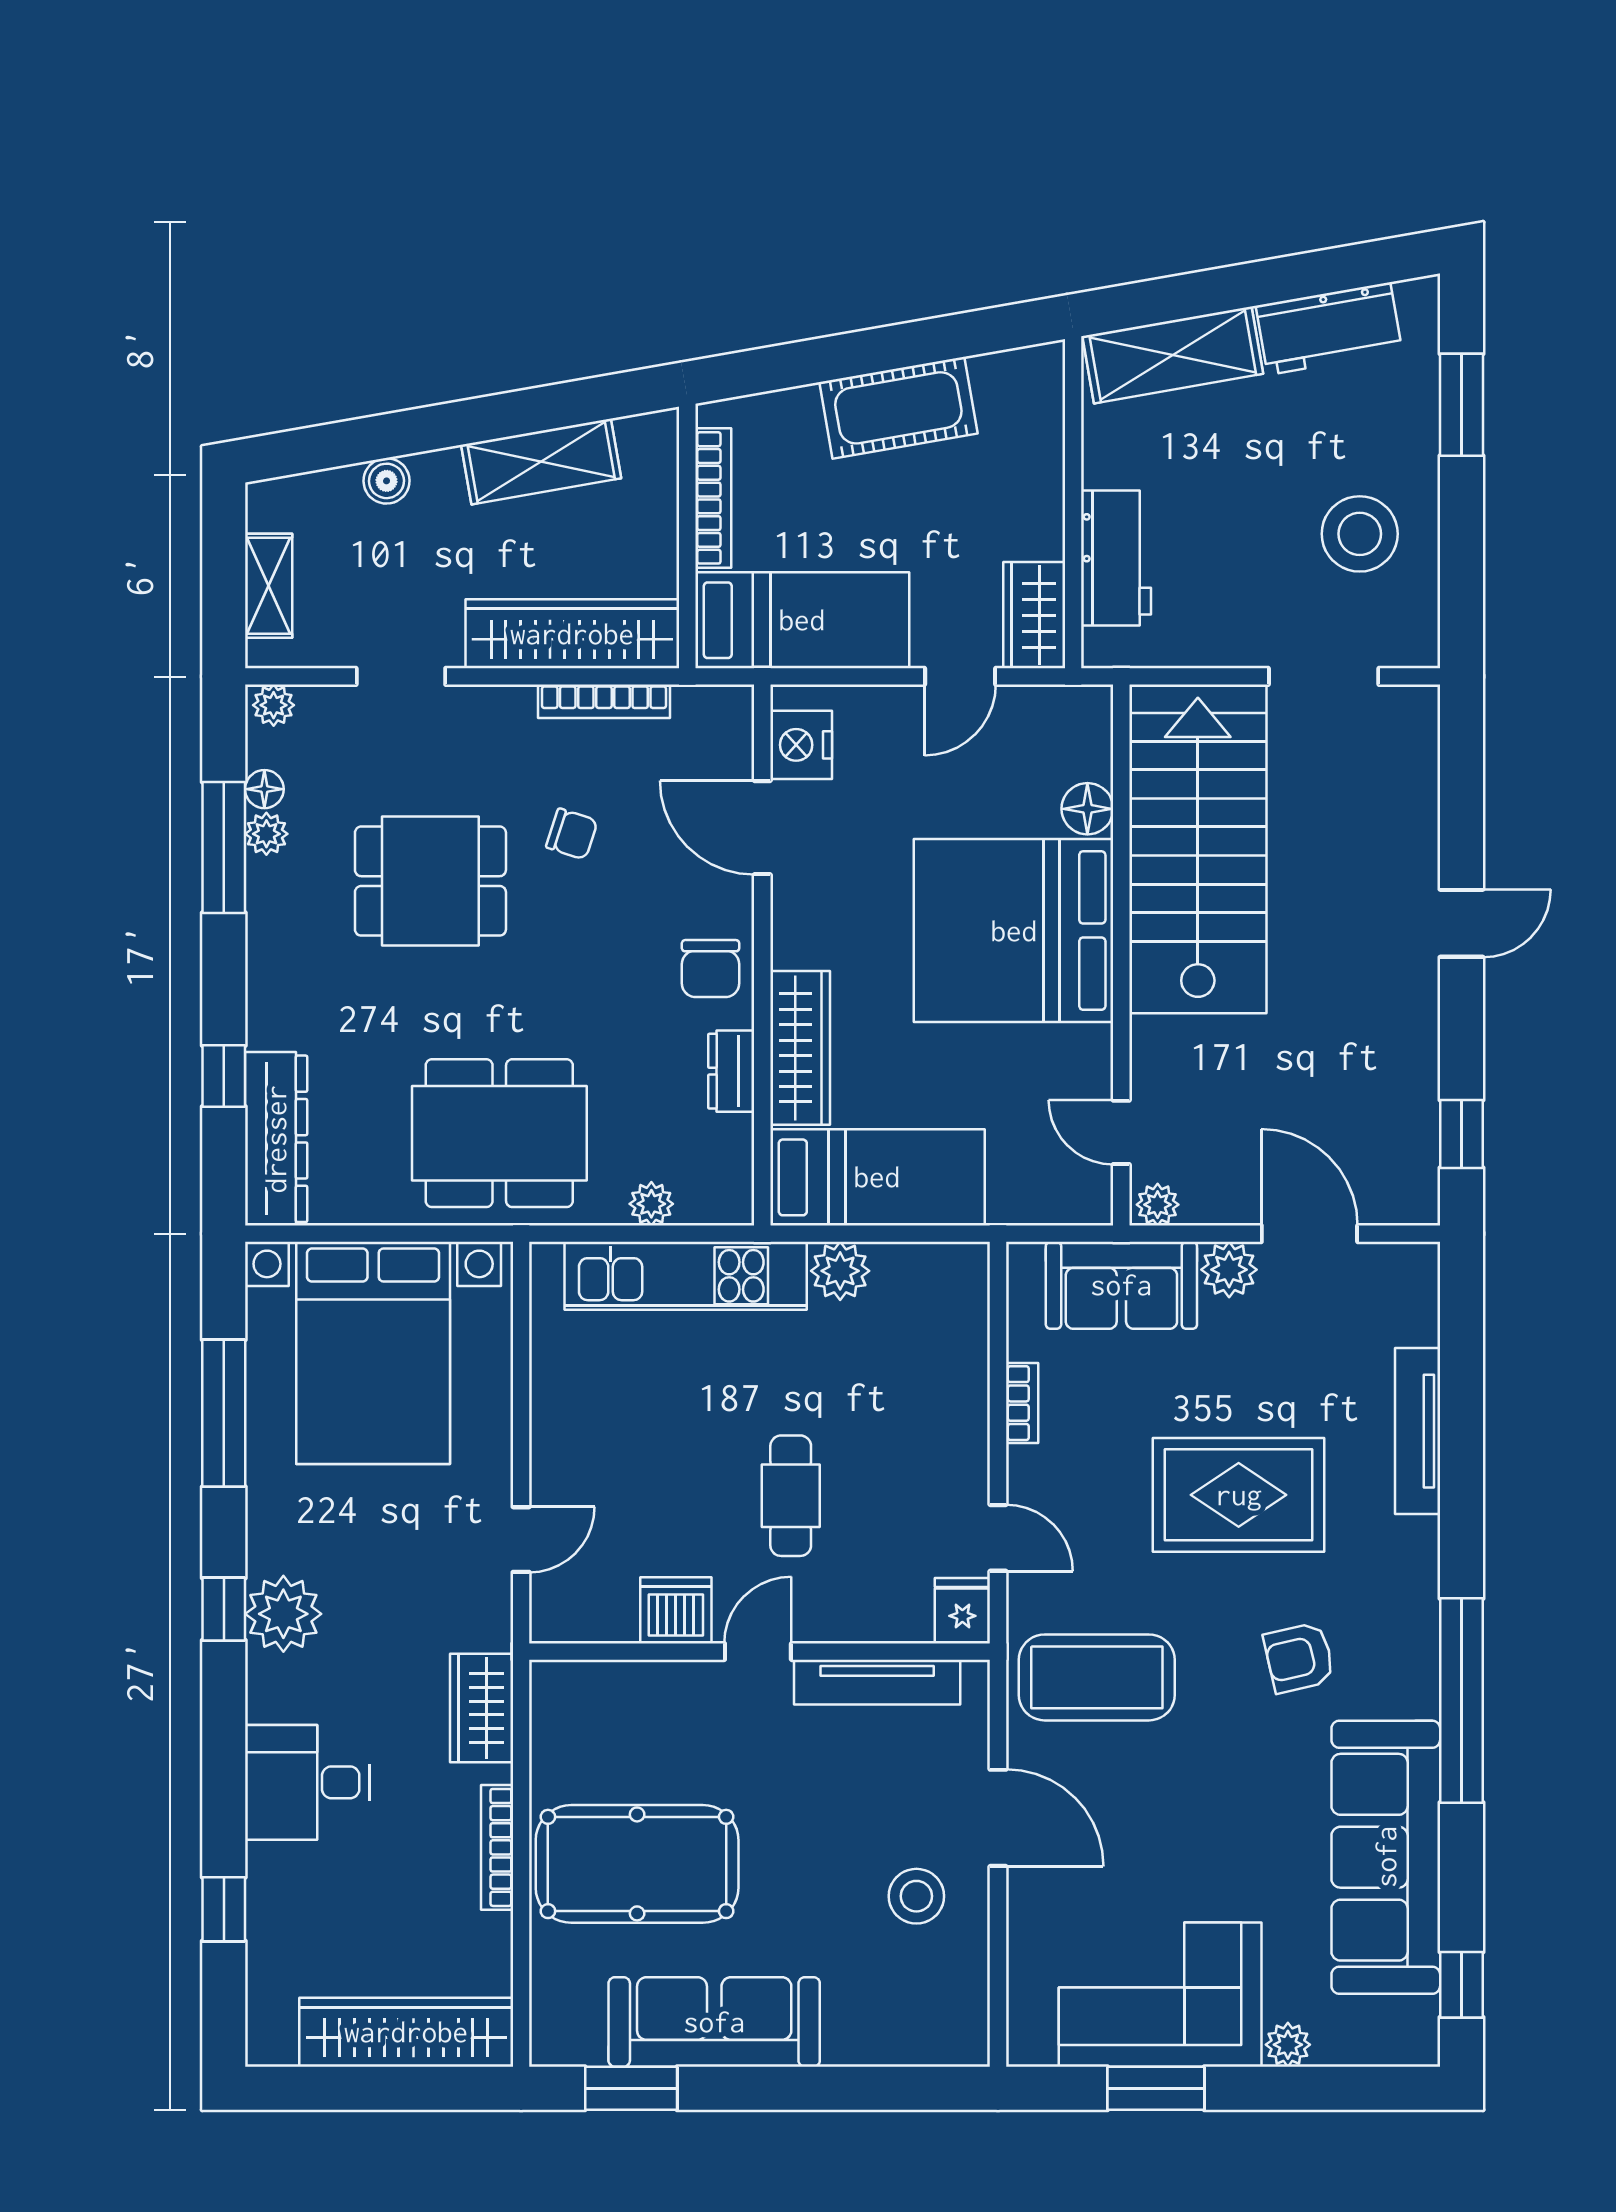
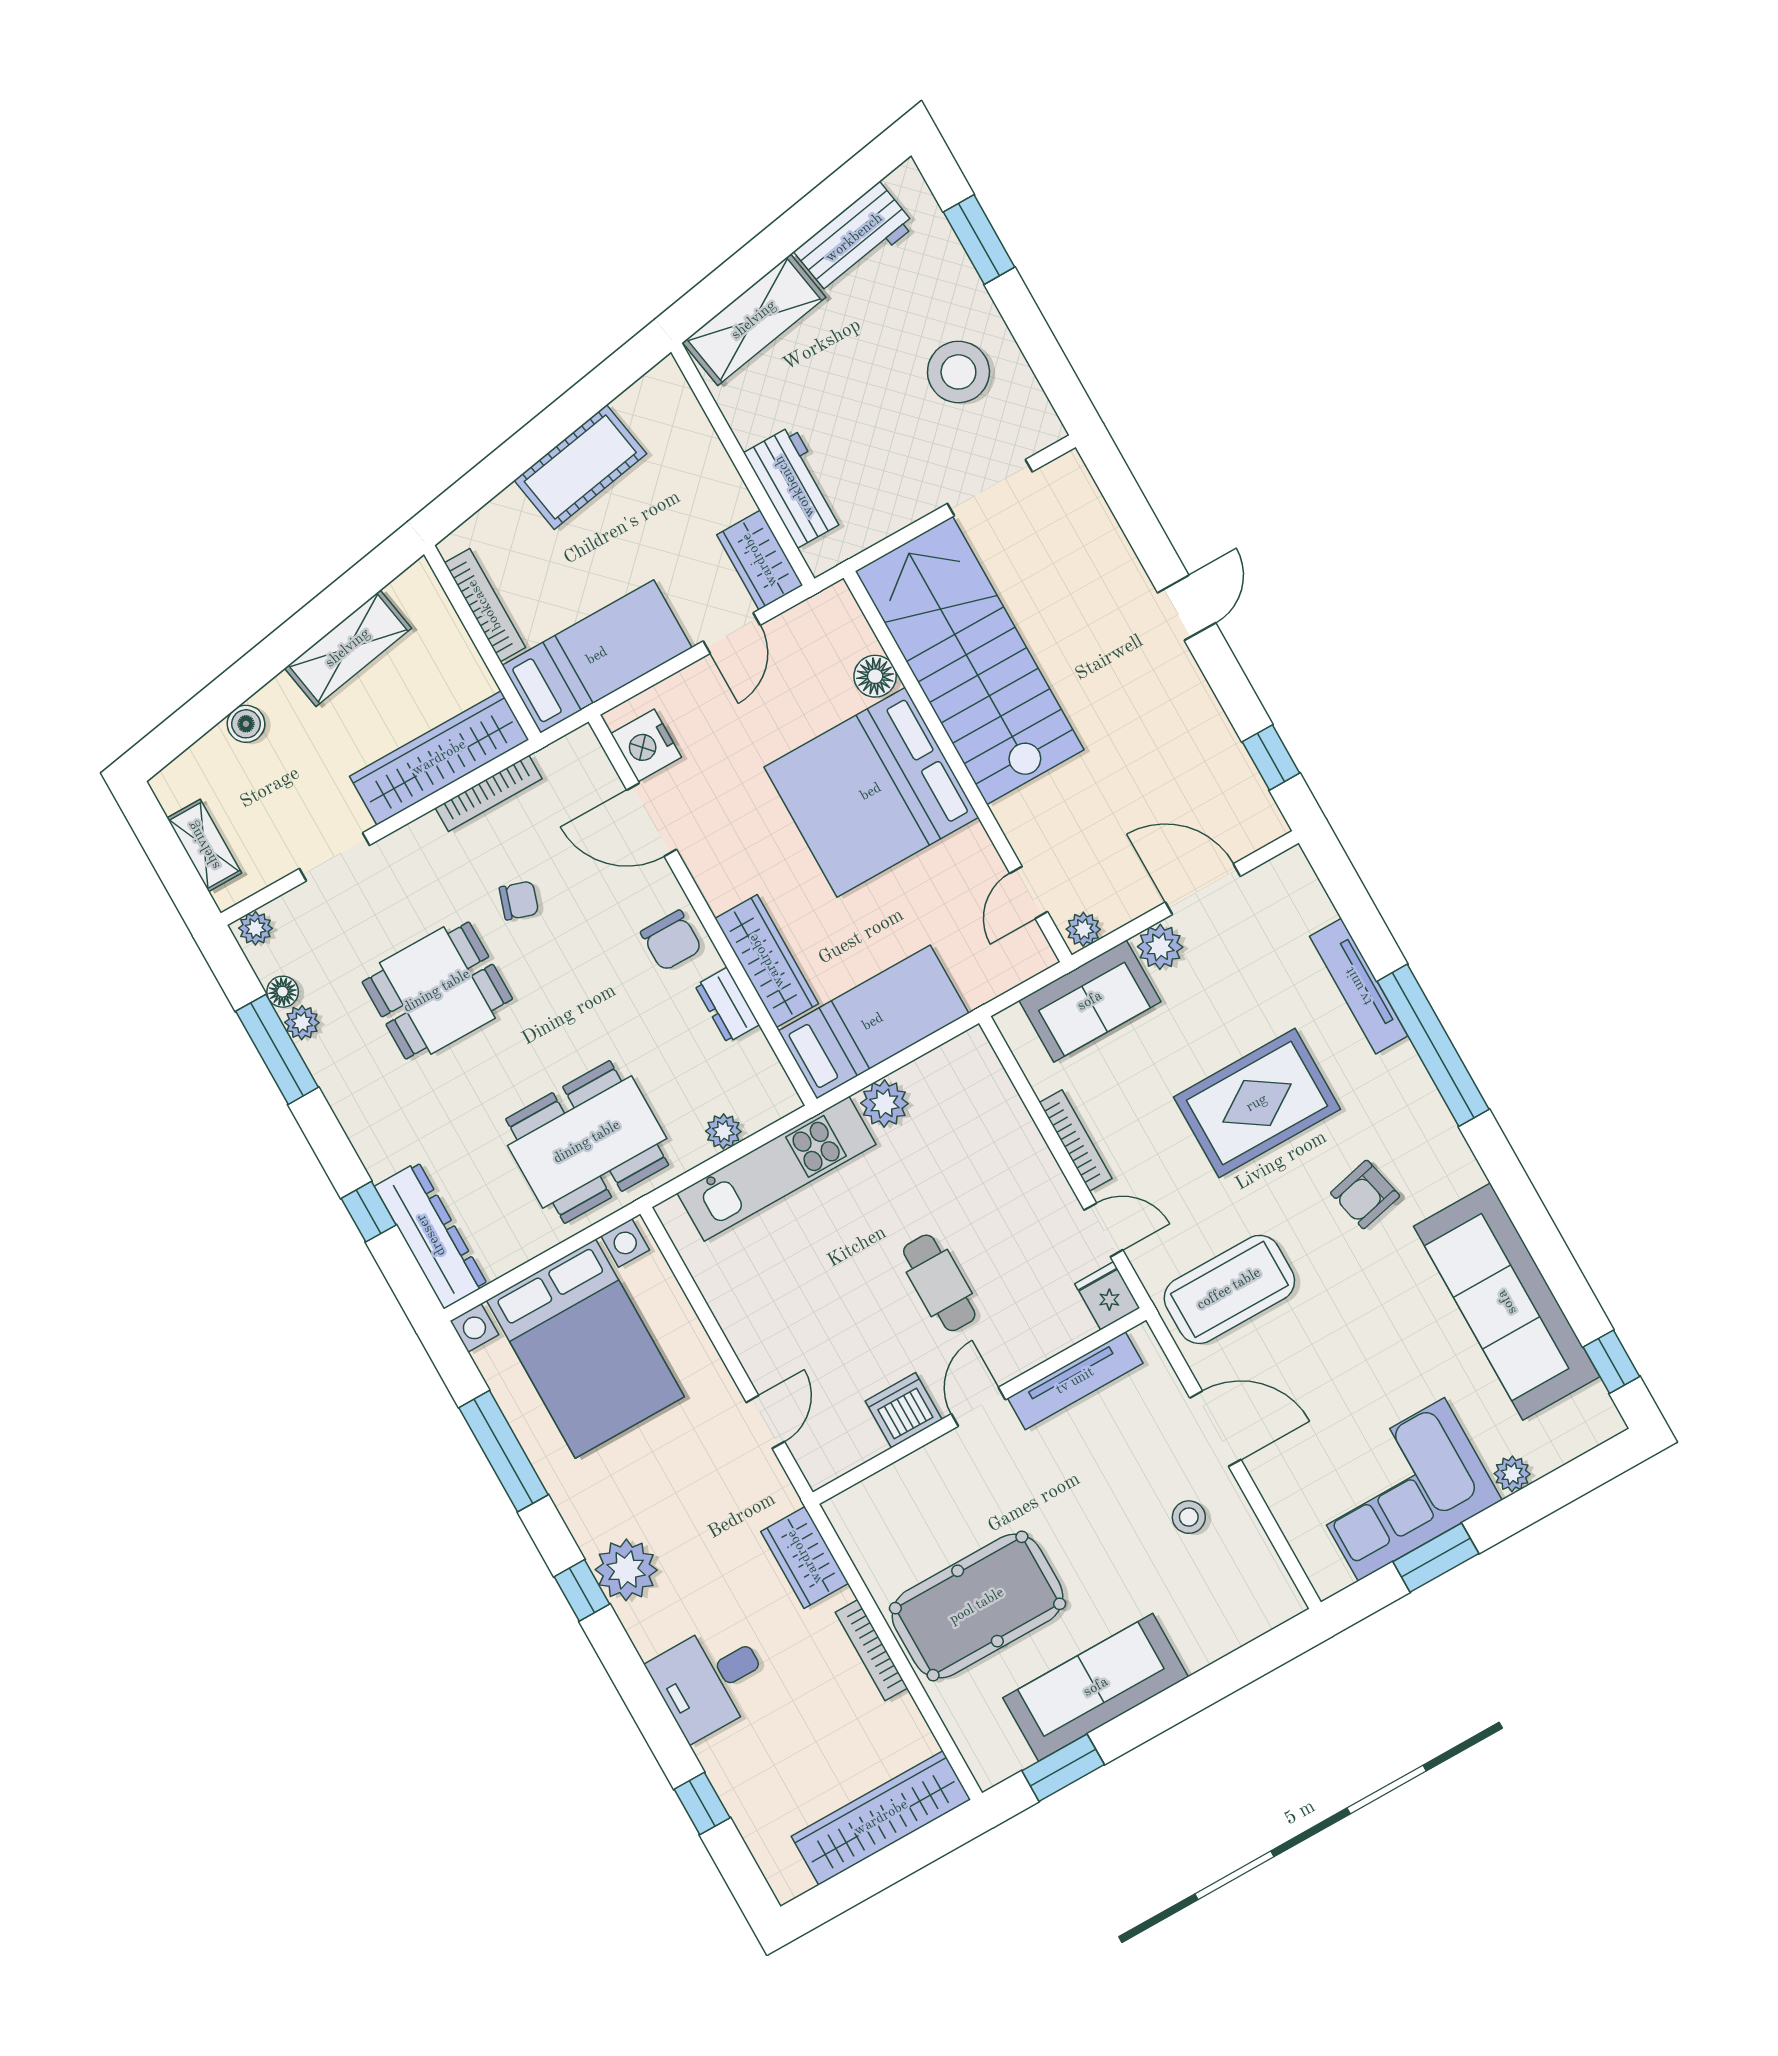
door: (1121, 1132) -> (1029, 893), hinge flipped
bookcase: (1022, 1403) -> (1076, 1140), width x1.56
window: (1462, 1701) -> (1433, 1045), moved
stool: (916, 1896) -> (1189, 1517), width x0.73, depth x0.73

